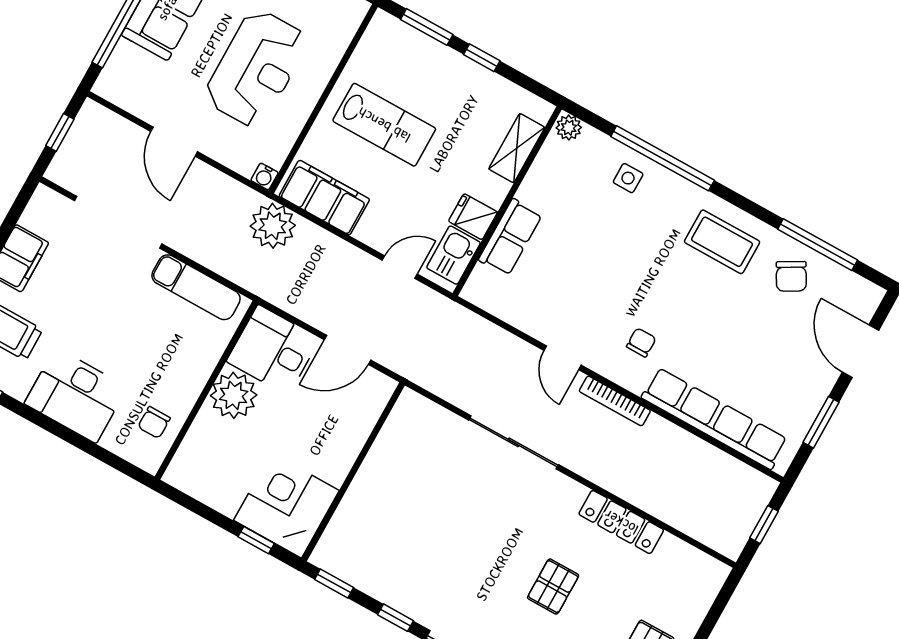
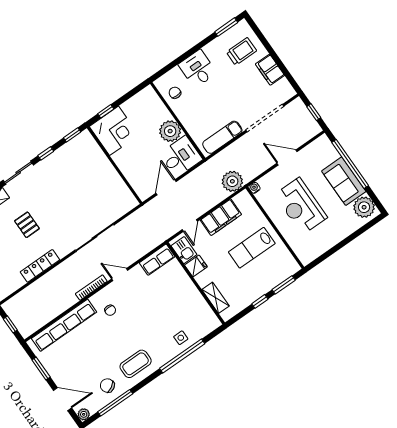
plant: (569, 128) -> (84, 414), moved
filing cabinet: (324, 198) -> (221, 217), moved
row of seats: (510, 237) -> (157, 260), moved, turned -90
desk: (76, 395) -> (198, 69), width x0.73

